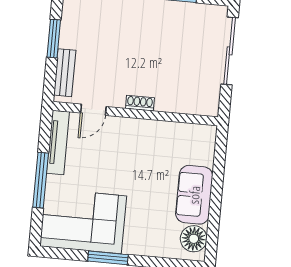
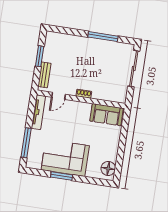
window: (41, 180) -> (26, 143), moved
sofa: (194, 195) -> (107, 115), moved, turned -90
corner sofa: (83, 221) -> (65, 158), moved

